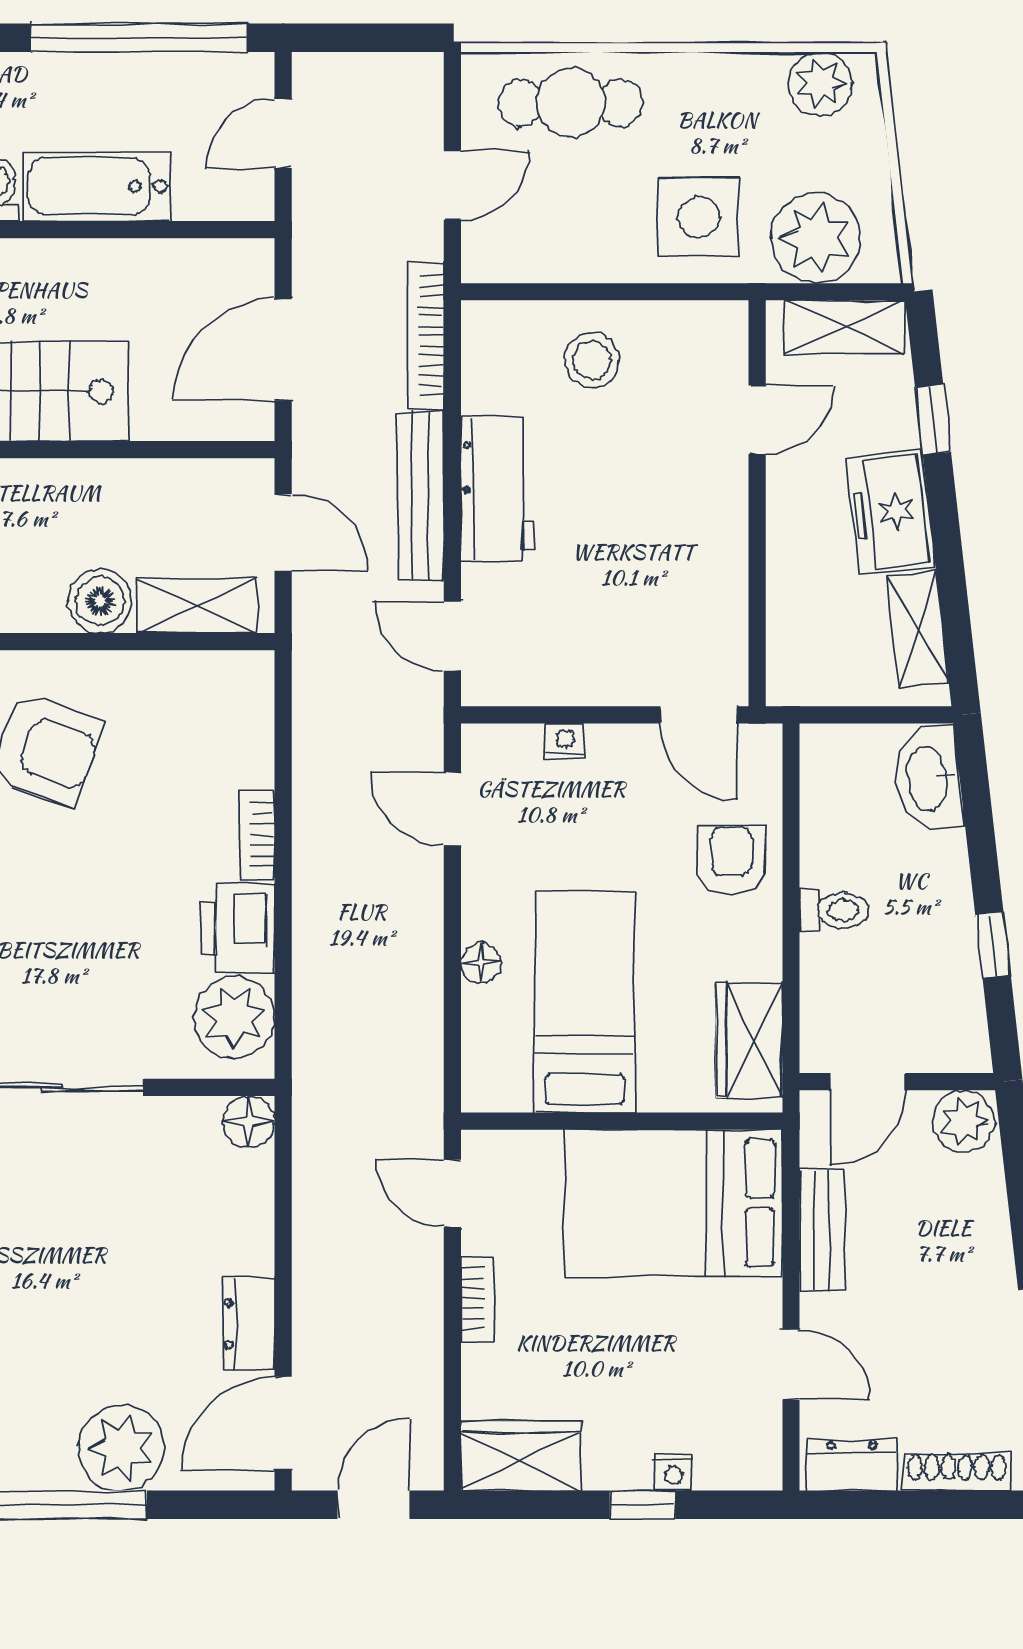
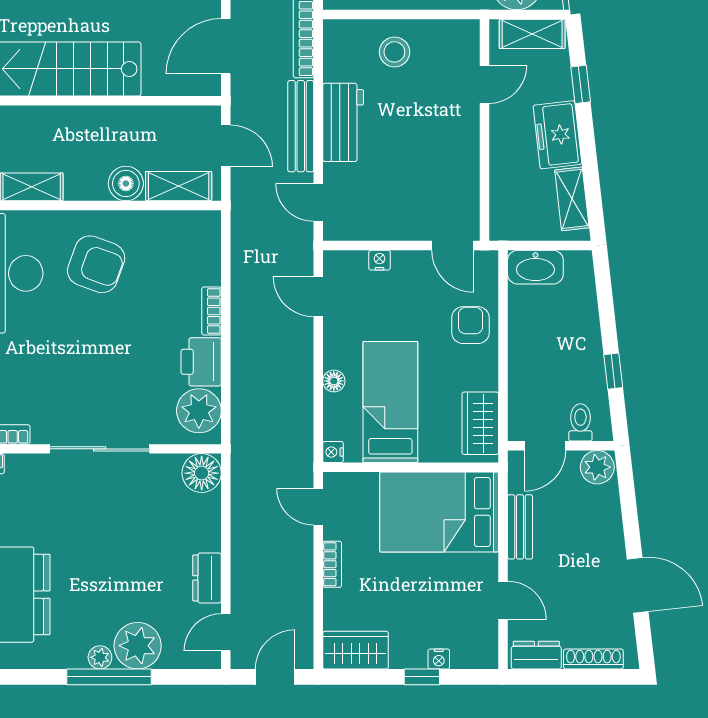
washbasin: (928, 778) -> (535, 267), moved, turned -83
toilet: (834, 910) -> (580, 422), moved, turned -90
nightstand: (479, 1093) -> (333, 452), added
floor lamp: (249, 1122) -> (202, 473), width x1.38, depth x1.38
door: (283, 1423) -> (226, 632), width x0.73
plant: (53, 1469) -> (100, 657), added

